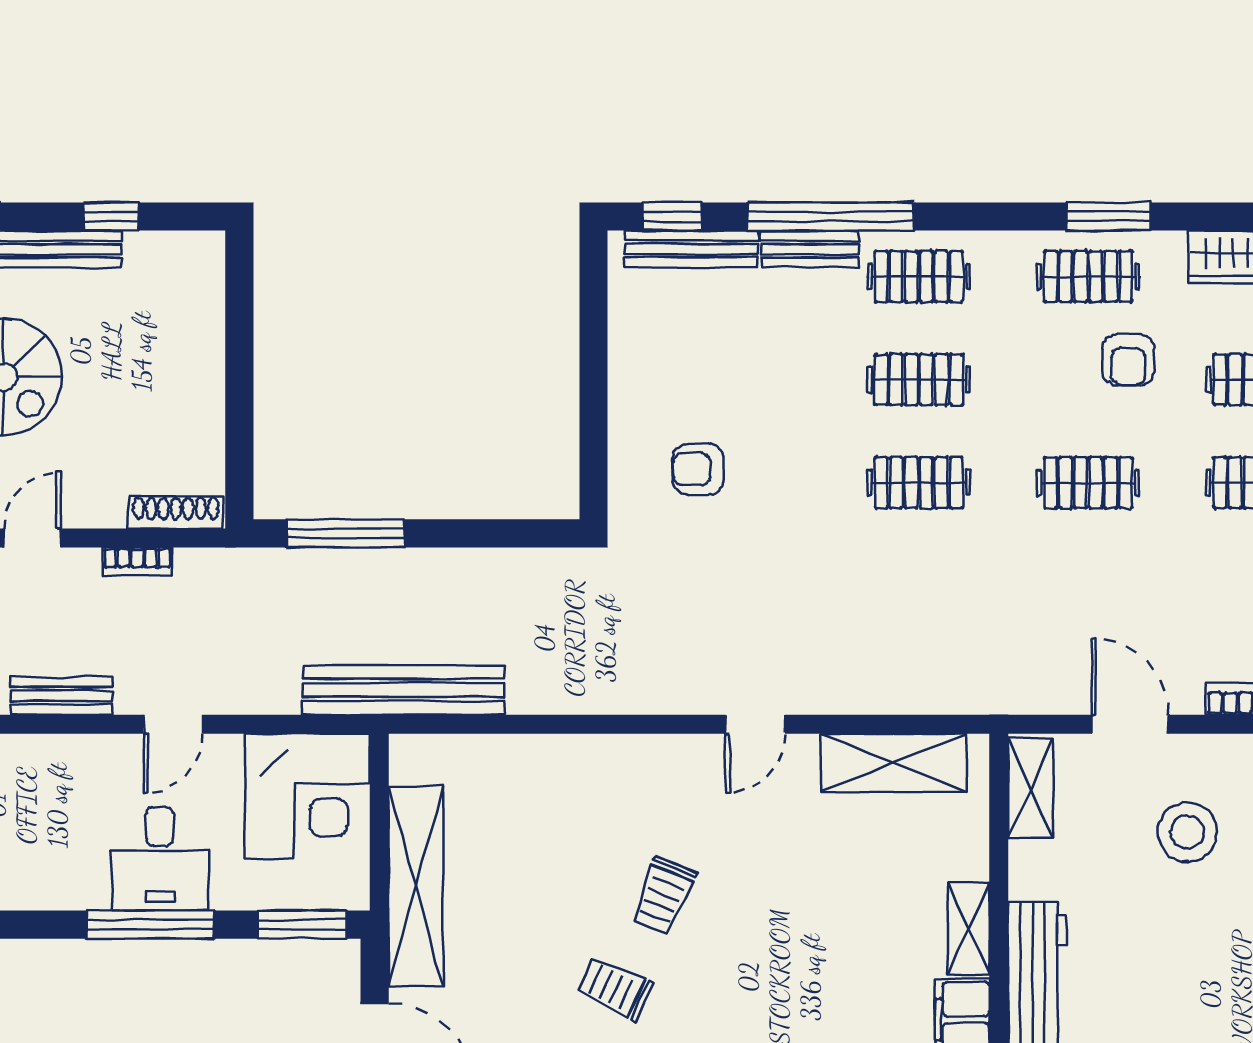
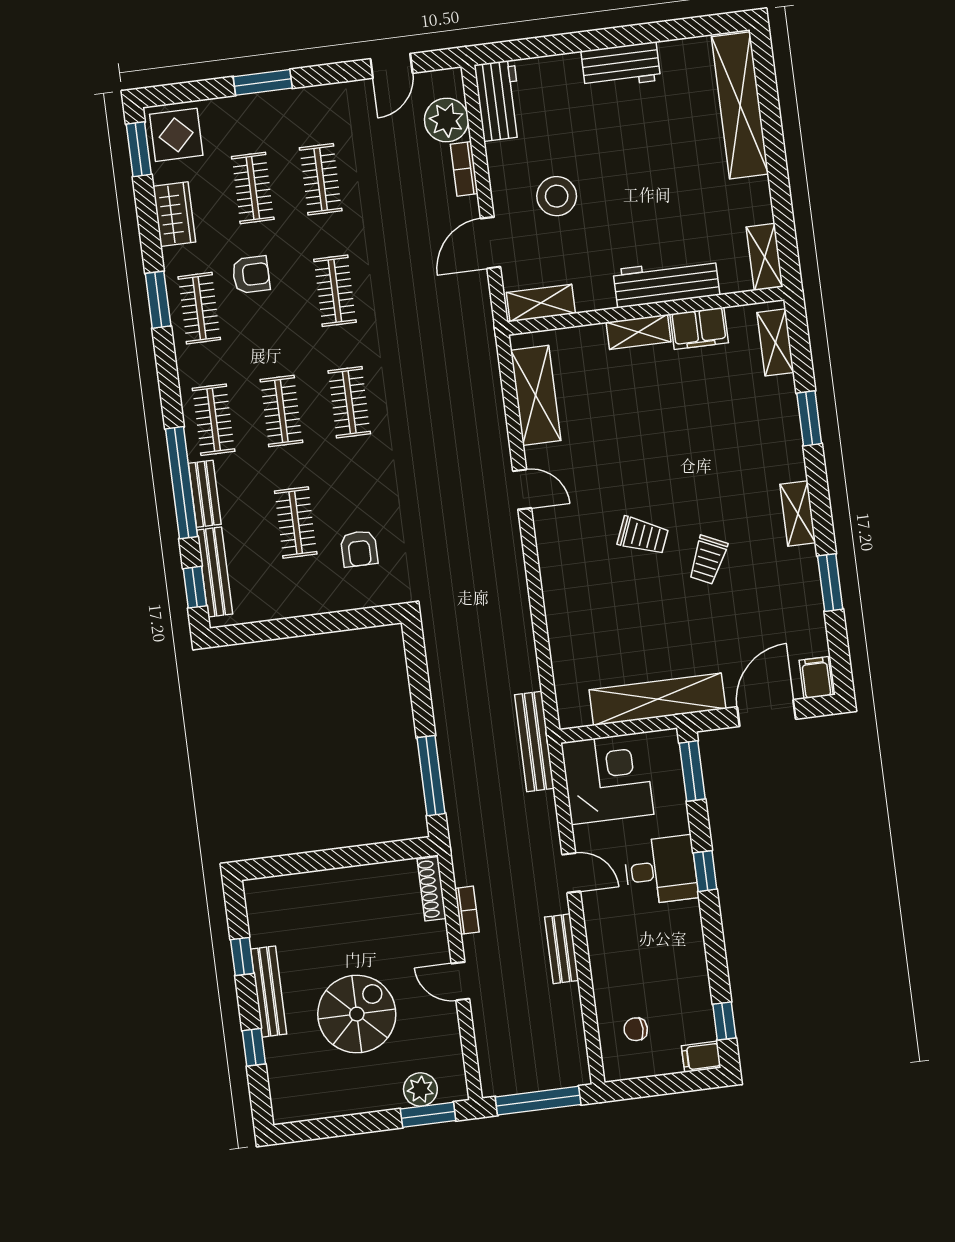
clothes rail: (749, 380) -> (296, 523), added
bench: (403, 690) -> (534, 742), width x0.73, depth x0.82
window: (150, 925) -> (705, 871), width x0.46

